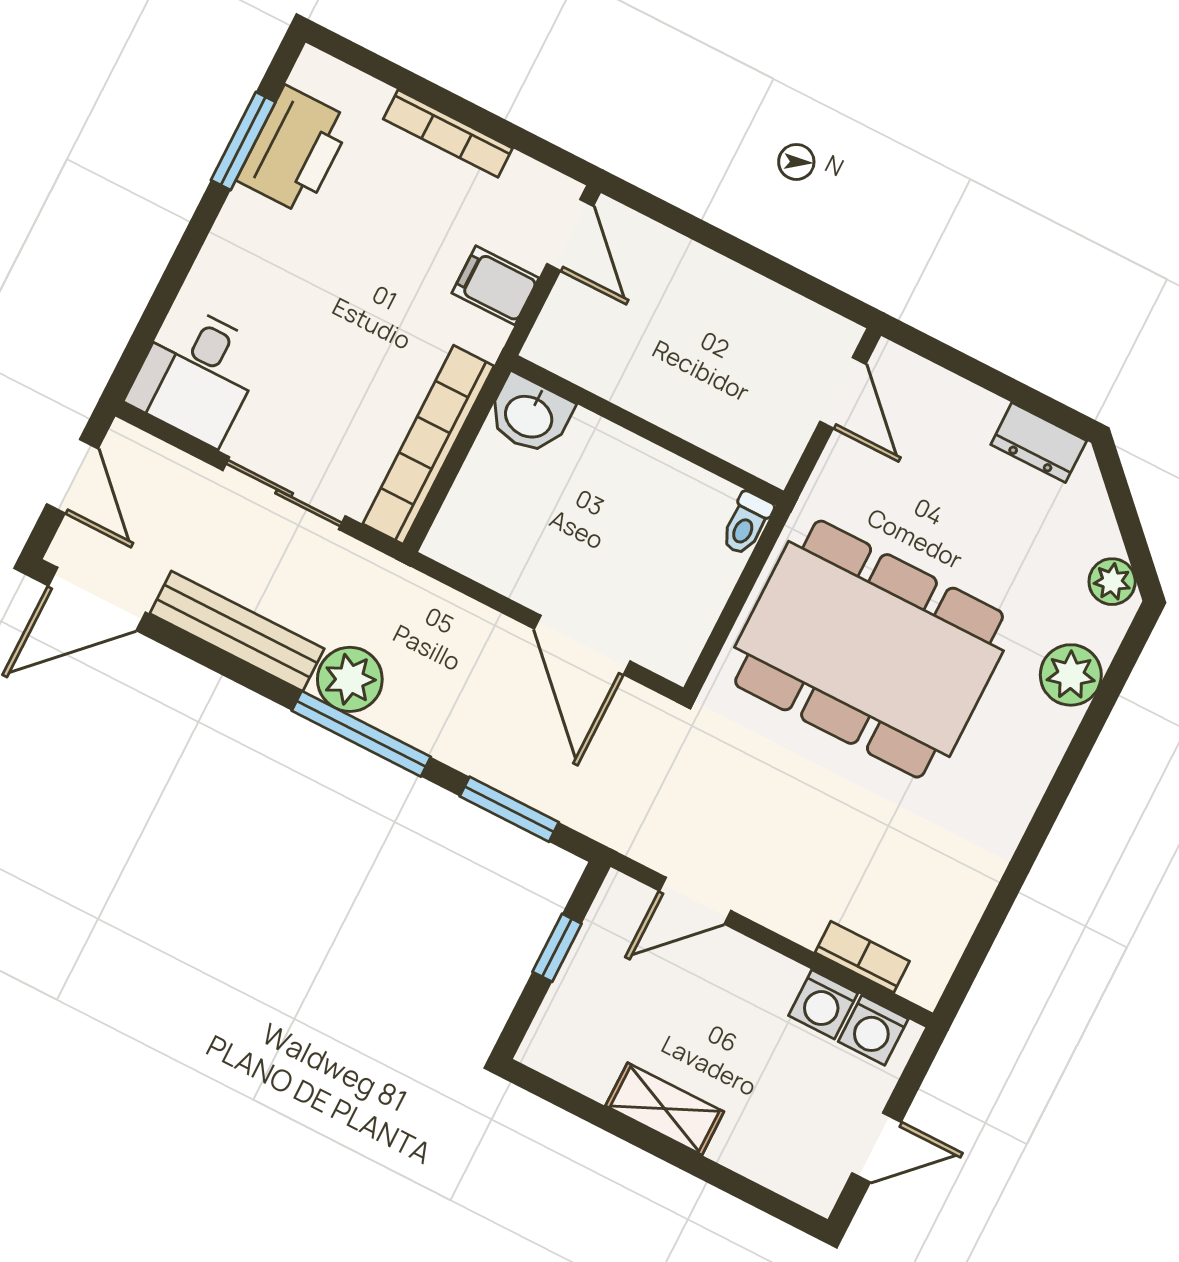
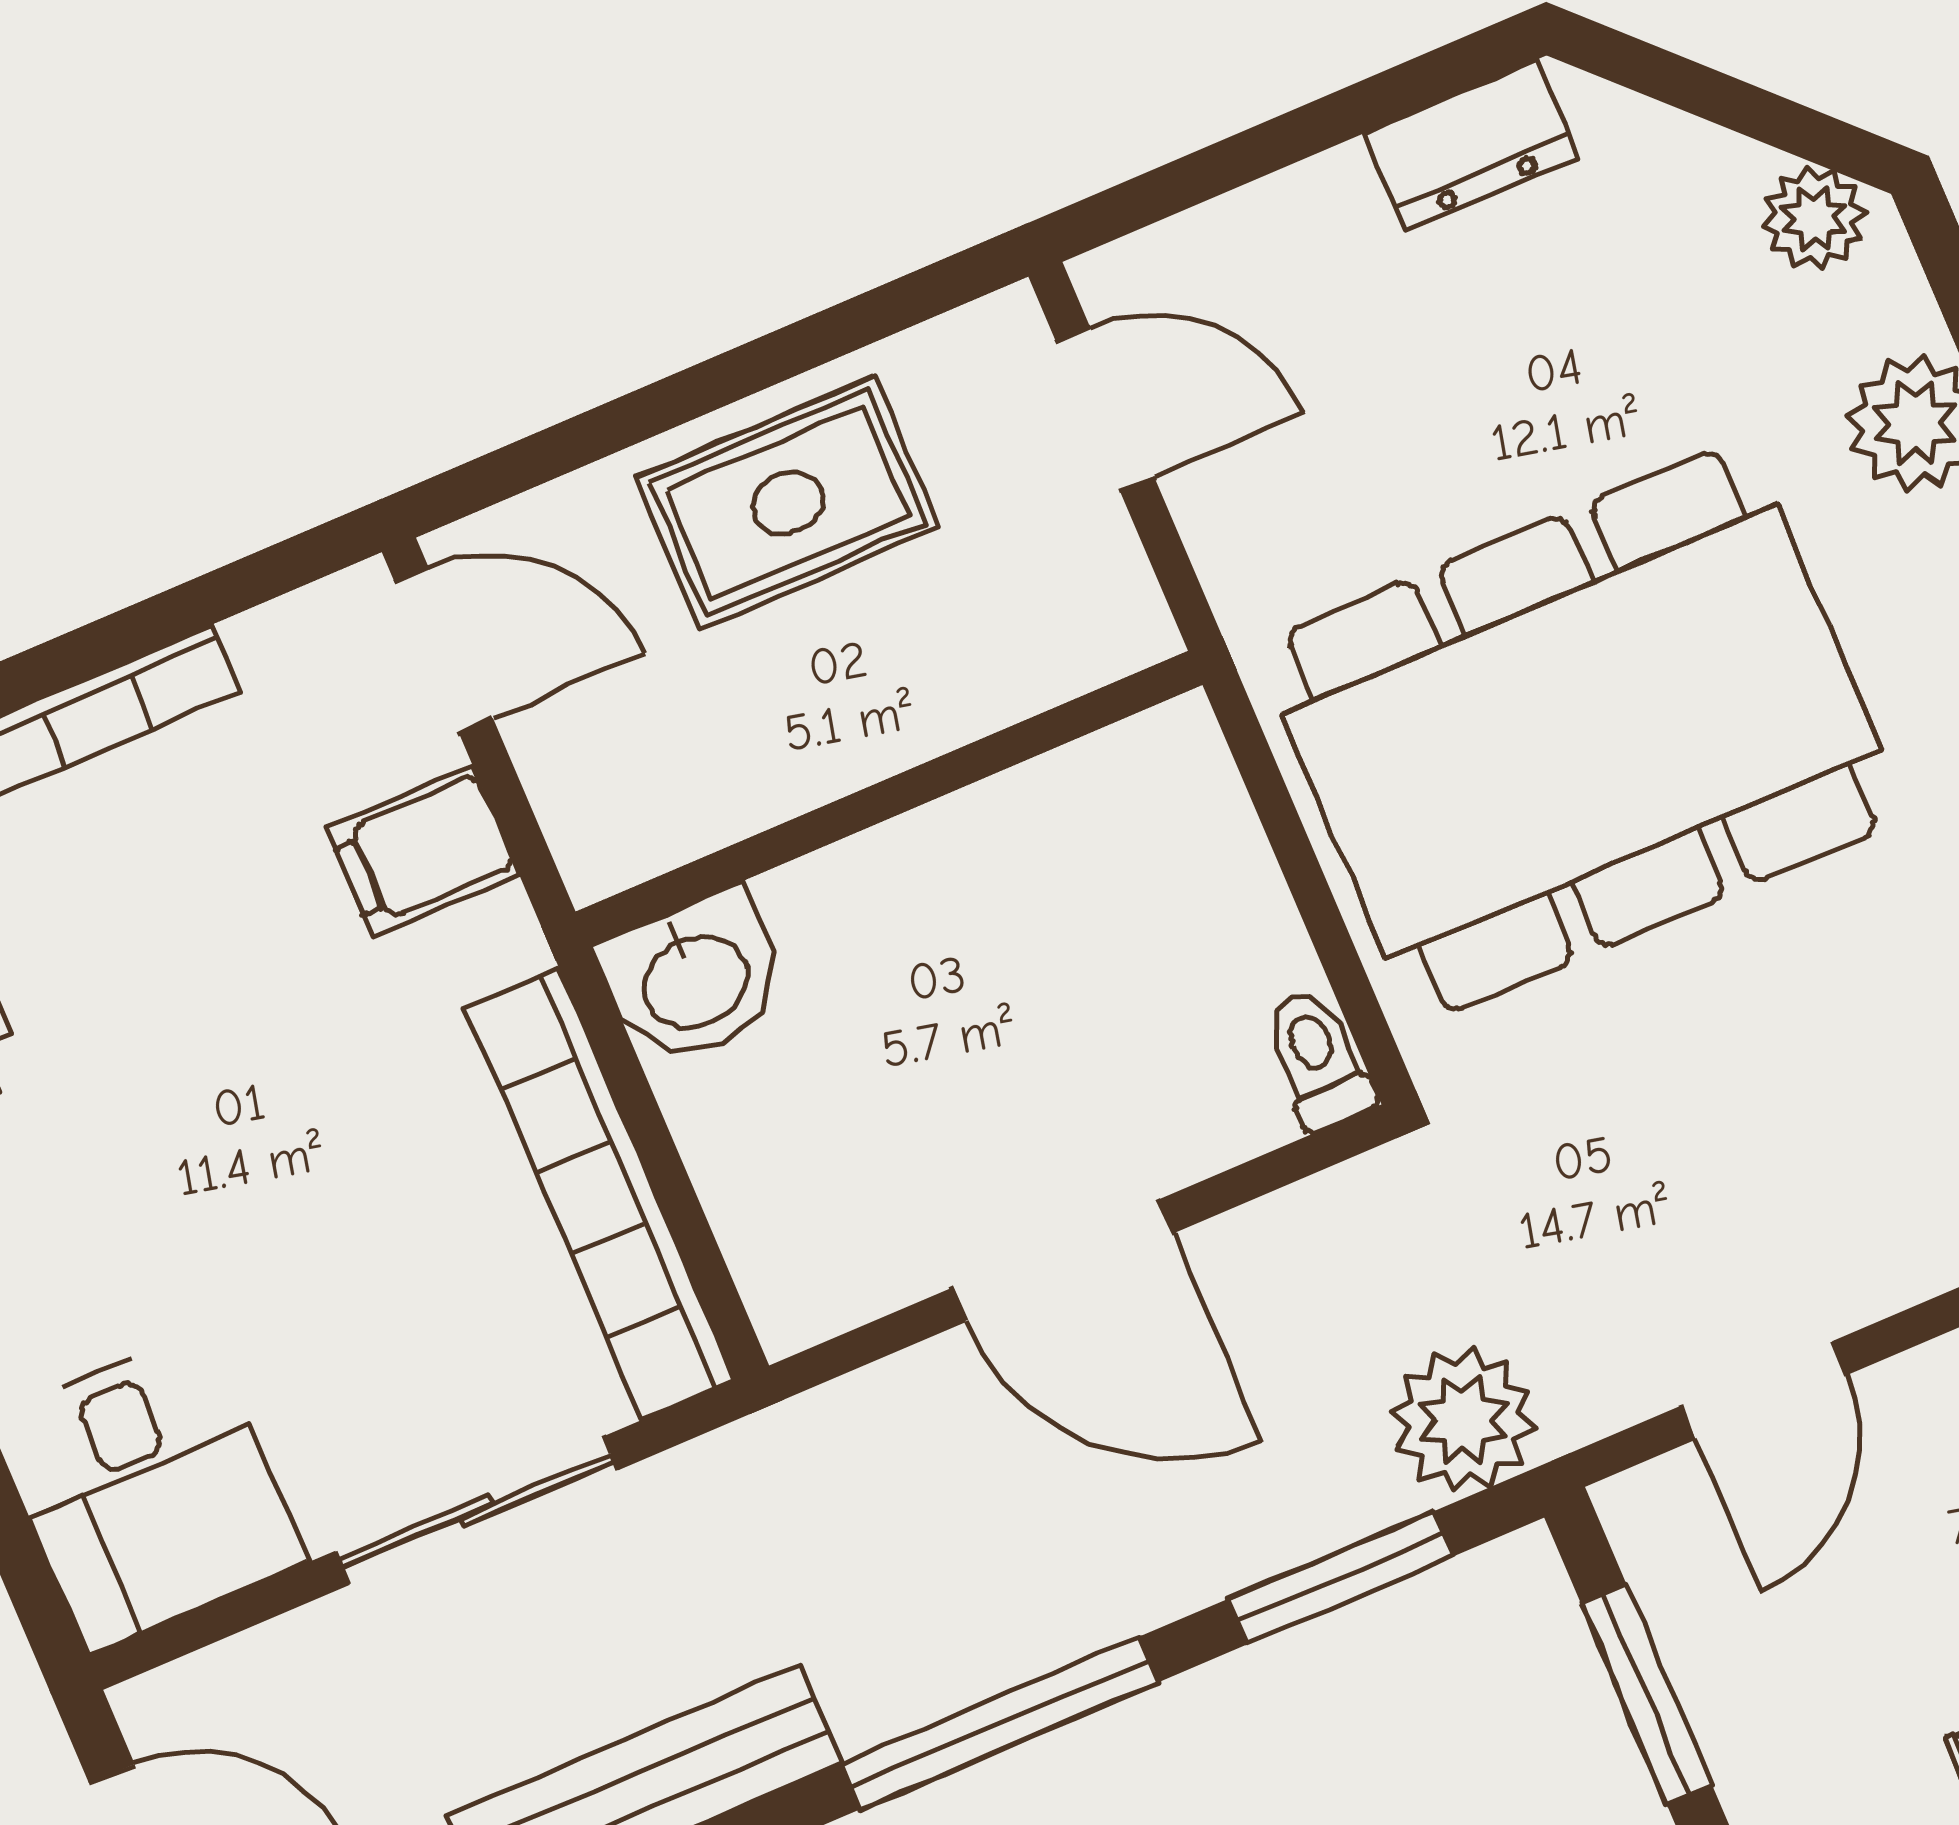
rug: (720, 310) -> (787, 503), added
toilet: (746, 524) -> (1318, 1059), moved, turned 180
door: (582, 645) -> (1062, 1261), moved
plant: (350, 679) -> (1463, 1420), moved
window: (557, 948) -> (1646, 1694), width x1.50

